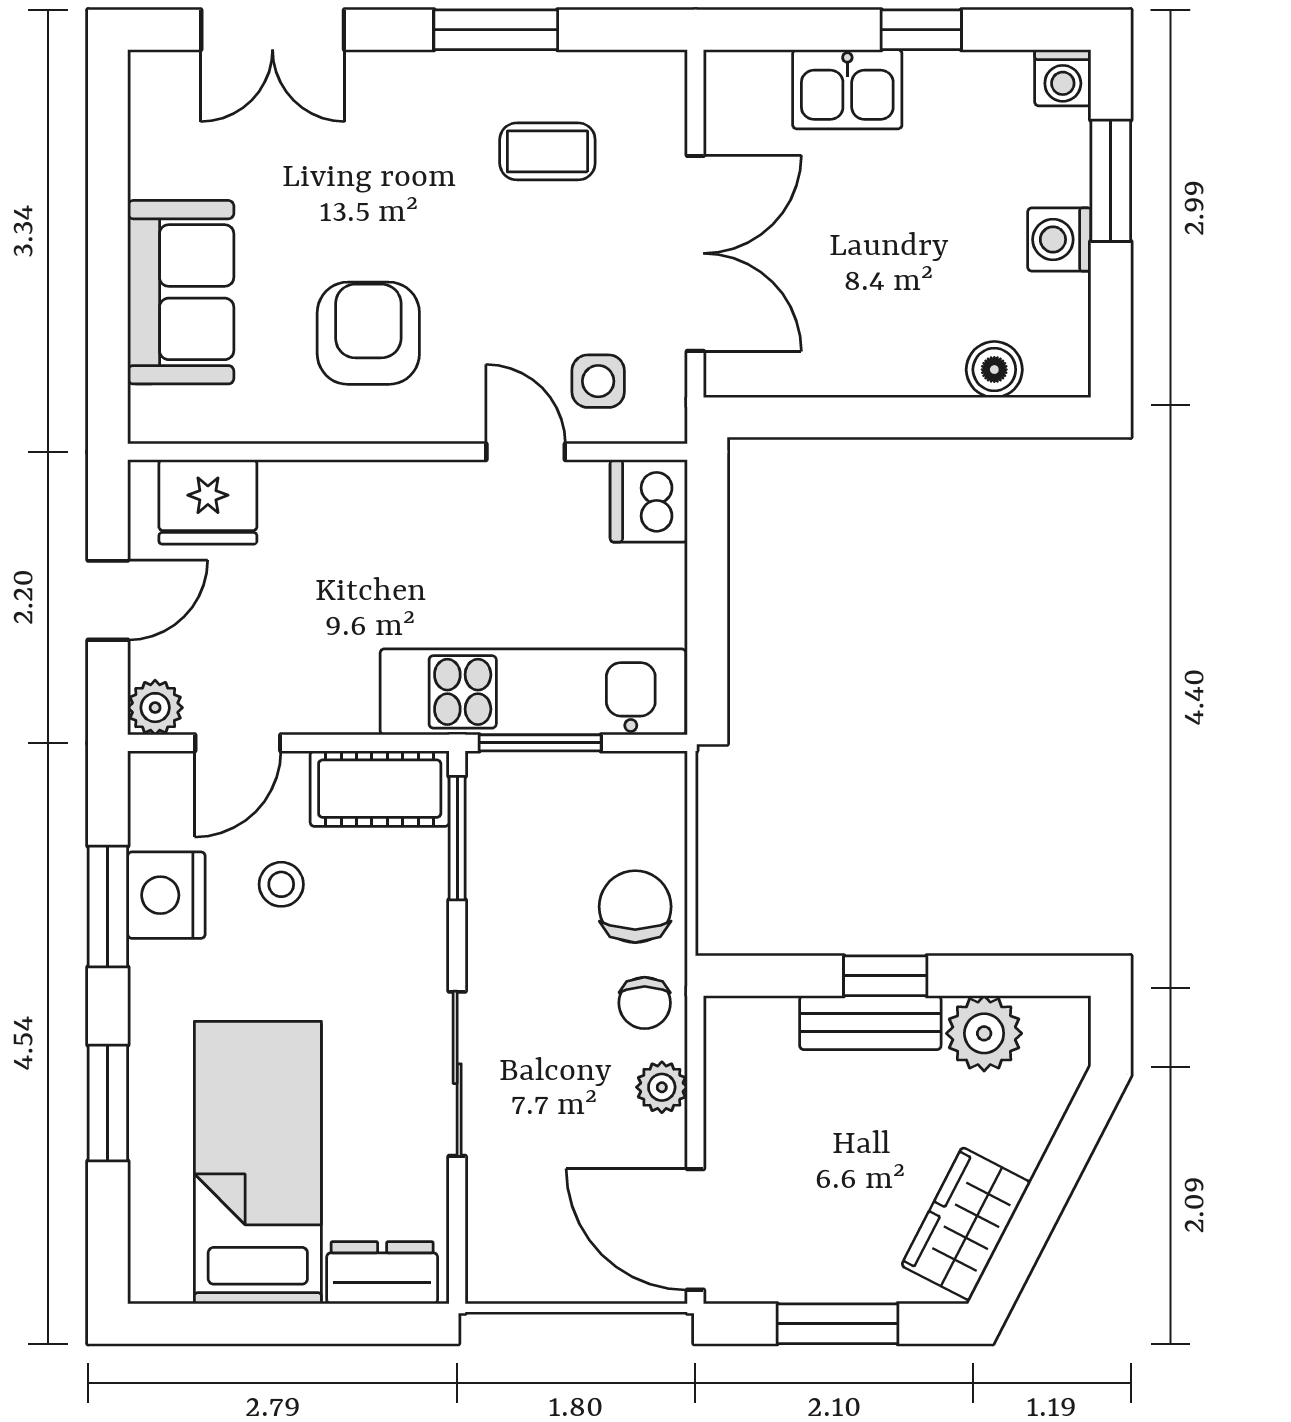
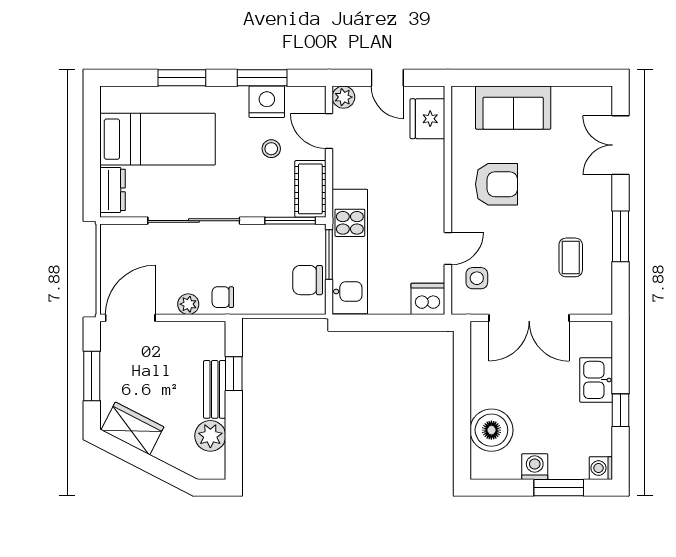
boiler: (994, 370) -> (491, 430), width x1.86, depth x1.86
chair: (635, 907) -> (308, 280), moved, turned 180
window: (885, 976) -> (234, 374), moved
sliding door: (457, 1074) -> (194, 221), width x1.37

